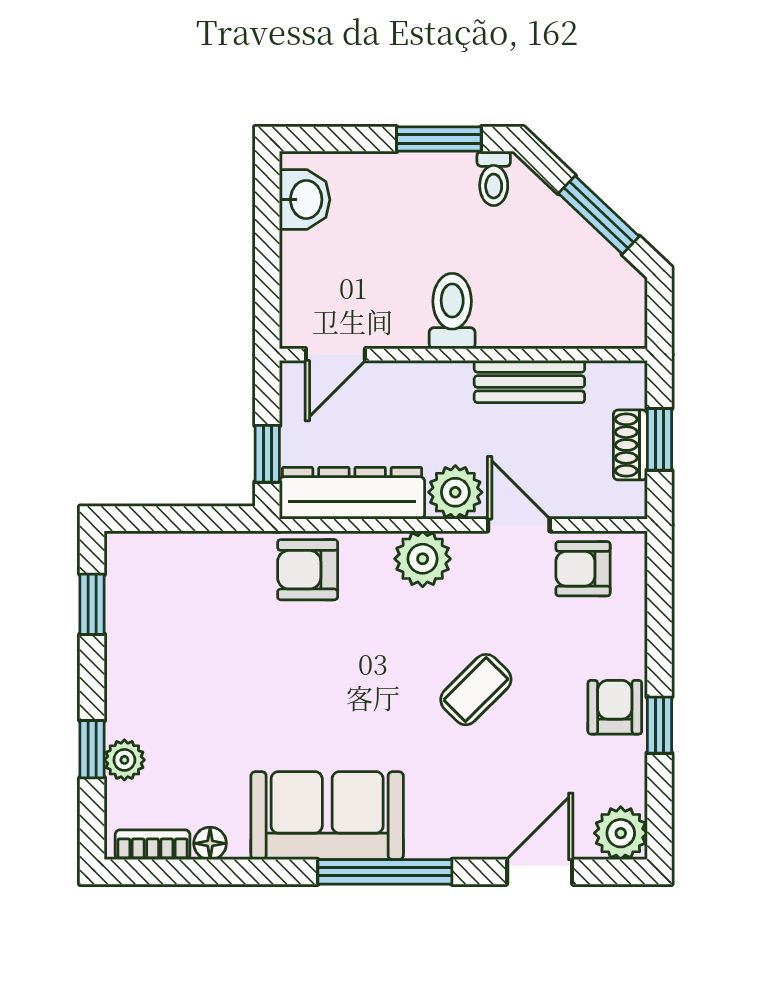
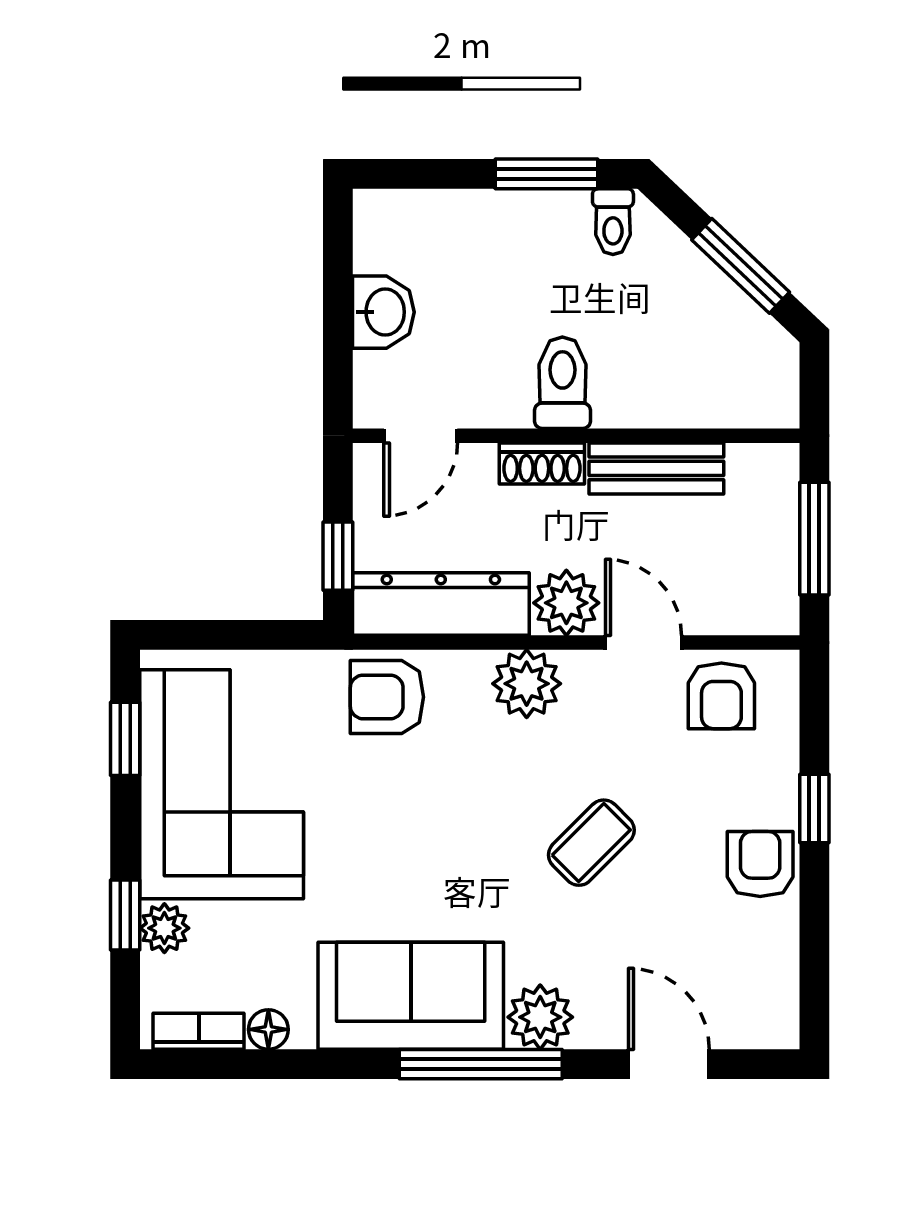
washbasin: (305, 200) -> (383, 312), moved
window: (659, 439) -> (814, 539), width x1.50
shoe rack: (630, 445) -> (542, 463), moved, turned -90
armchair: (583, 569) -> (721, 696), turned -90
corner sofa: (172, 642) -> (222, 784), added
window: (659, 725) -> (814, 809), moved
plant: (621, 833) -> (540, 1017), moved
door: (540, 872) -> (669, 1064), hinge flipped

